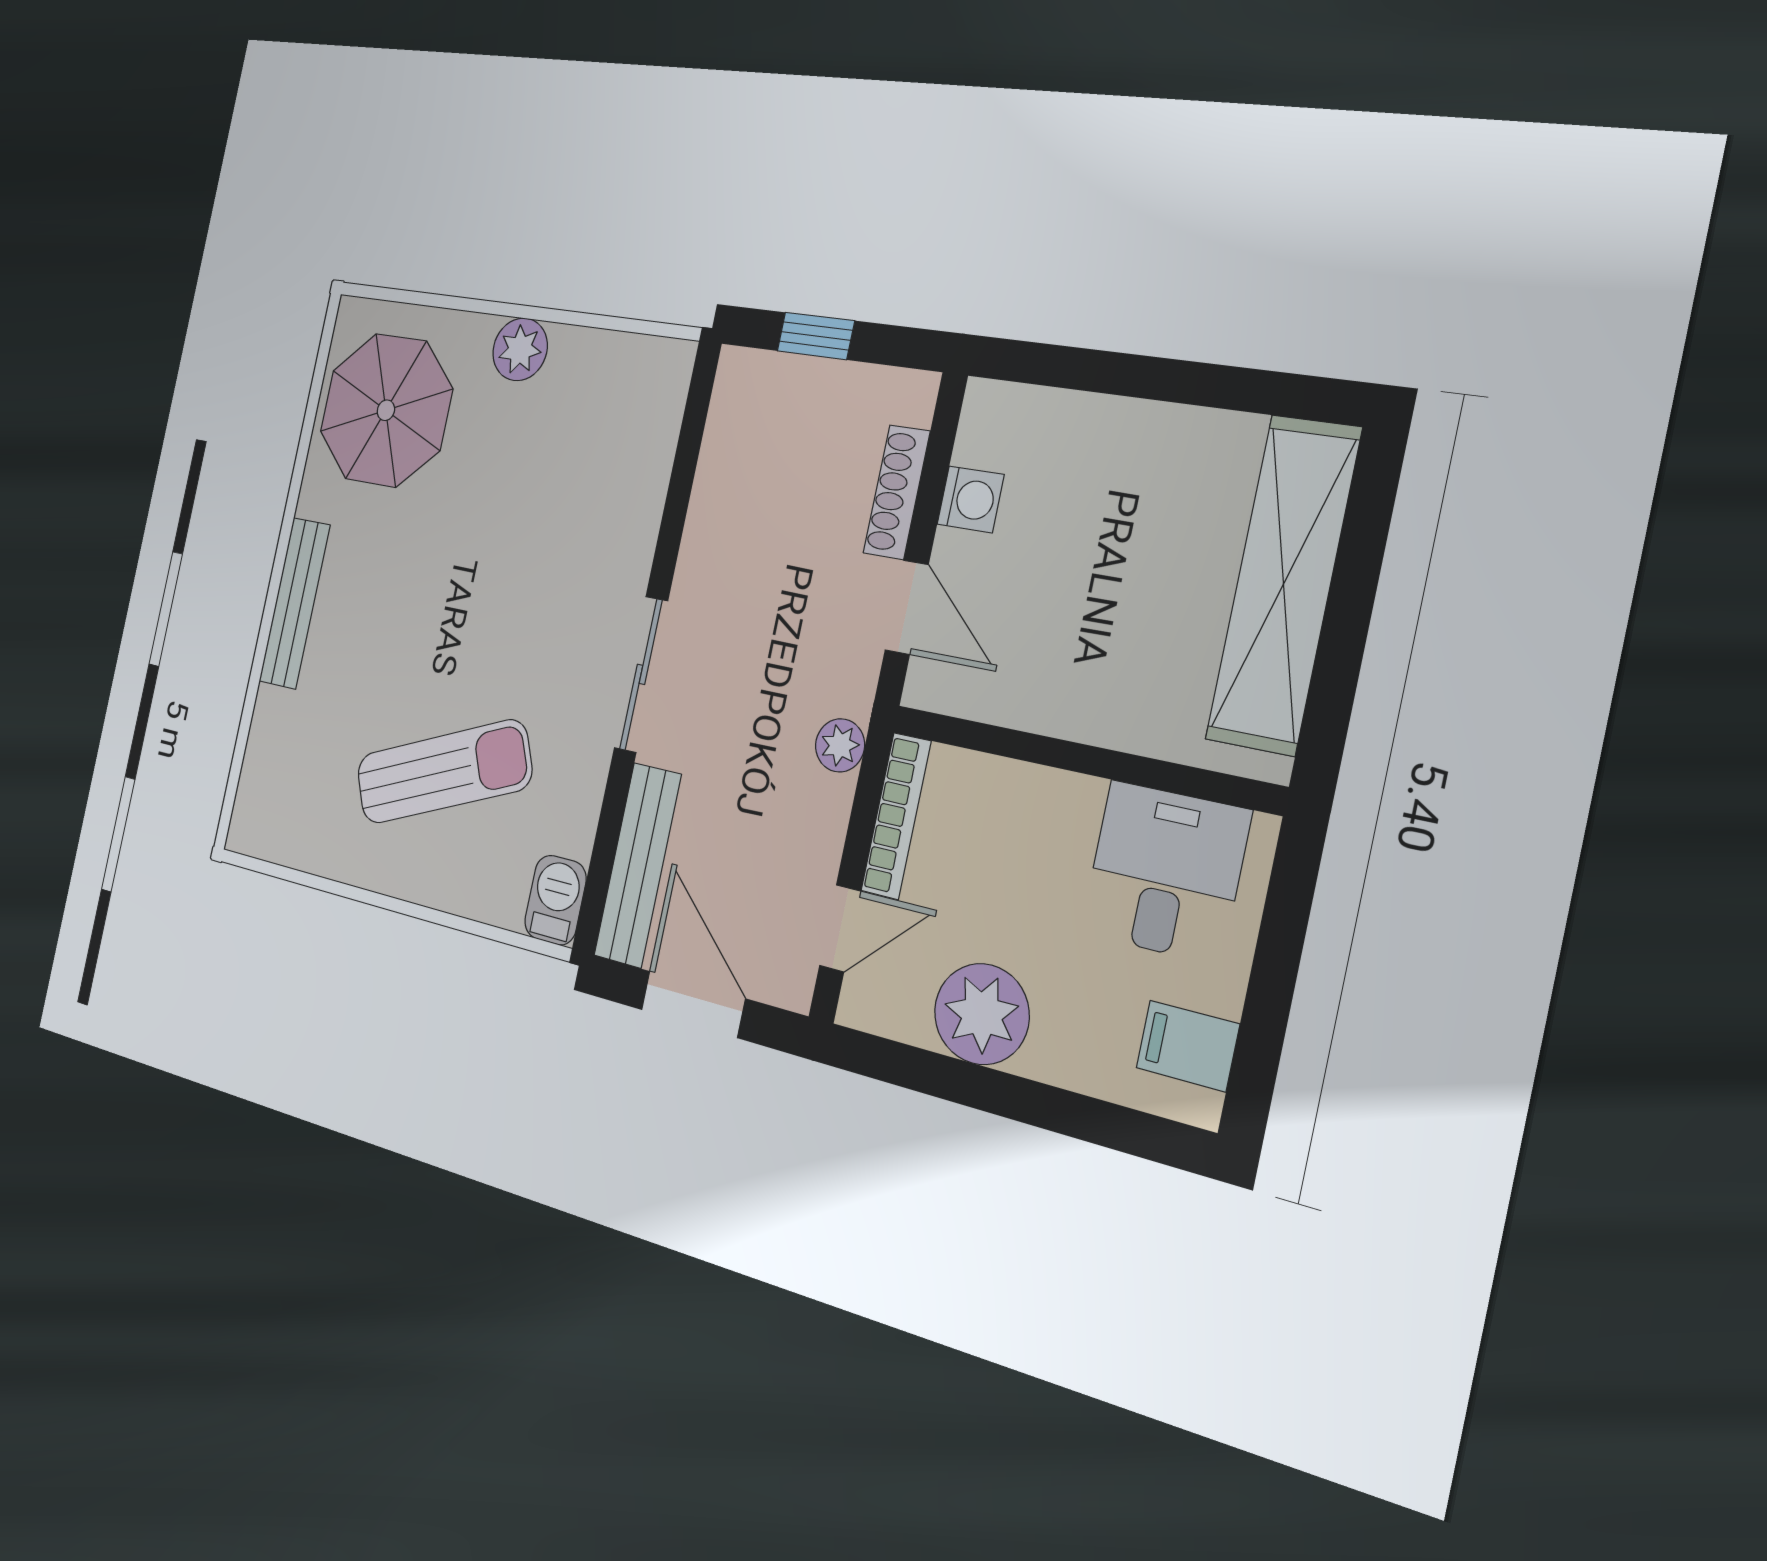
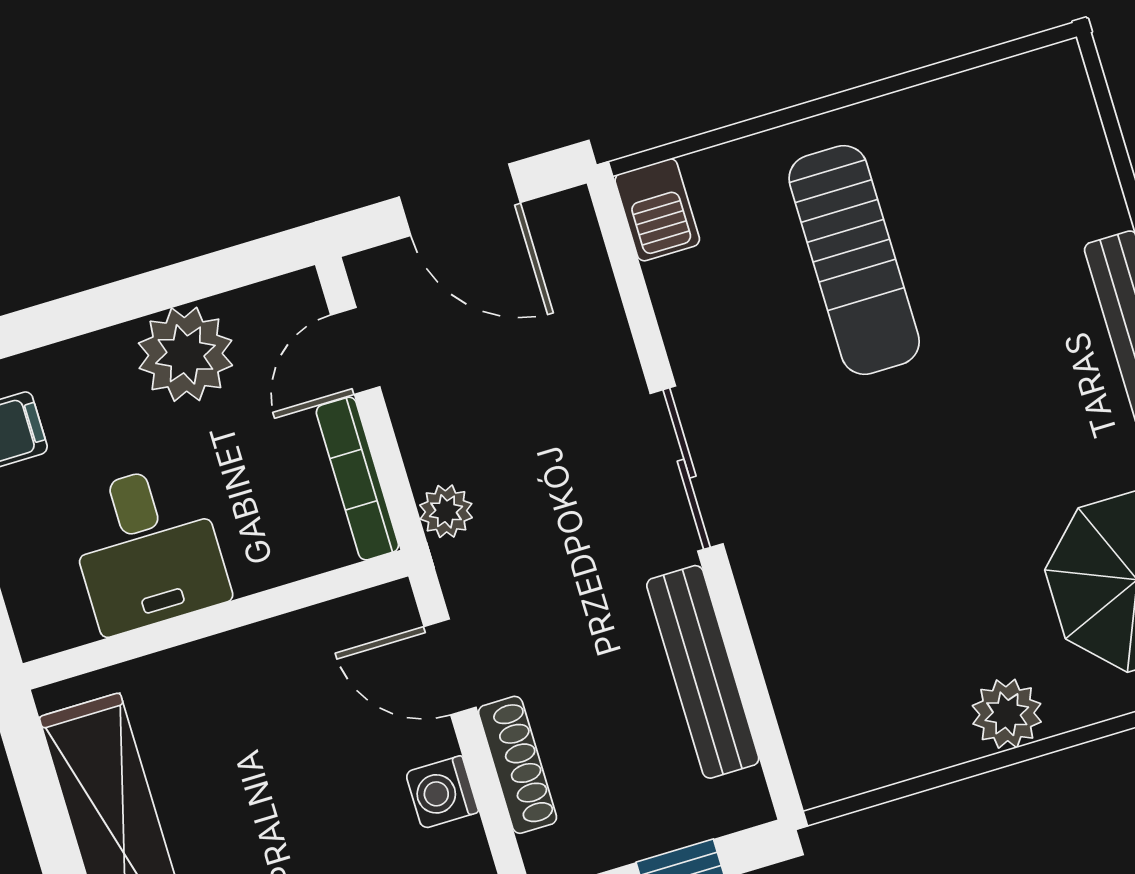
sun lounger: (444, 772) -> (854, 260), turned -67
bench: (638, 865) -> (703, 672), moved
desk: (1165, 872) -> (147, 548), moved

